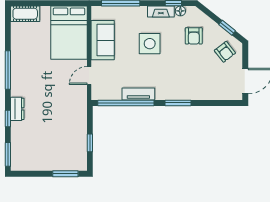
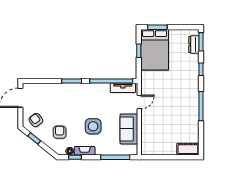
bed: (69, 33) -> (155, 50), moved, turned 180
tv unit: (138, 94) -> (123, 88), moved
dresser: (17, 109) -> (194, 45), moved

